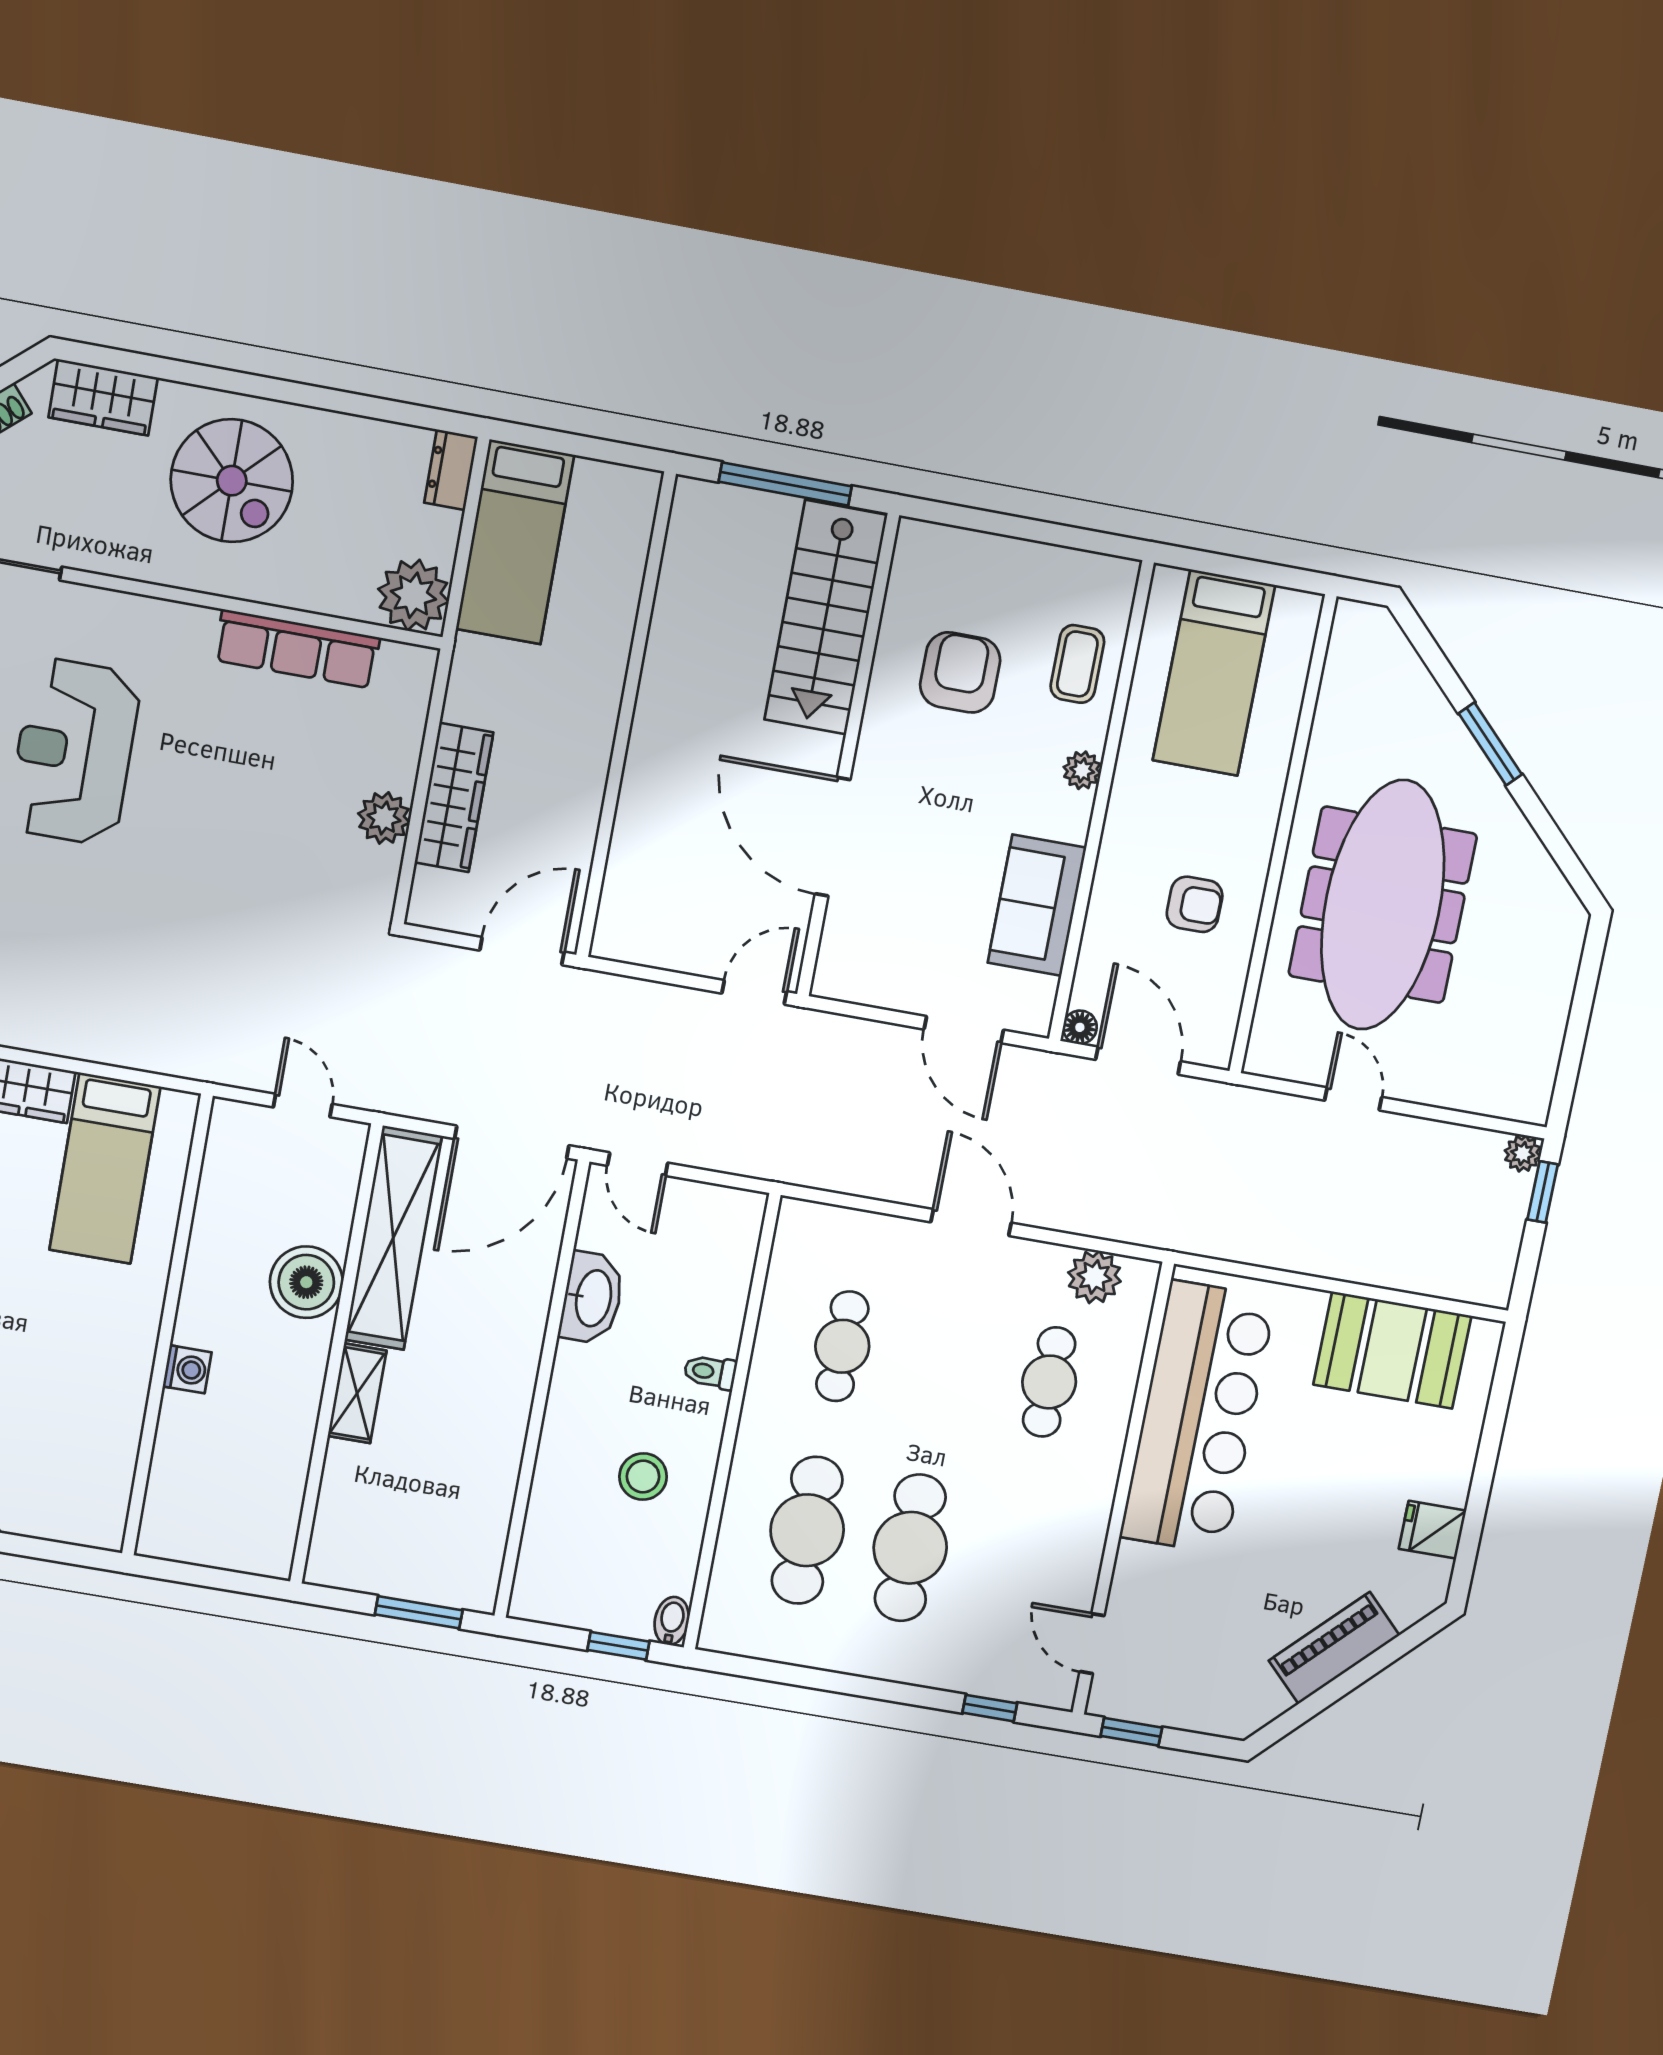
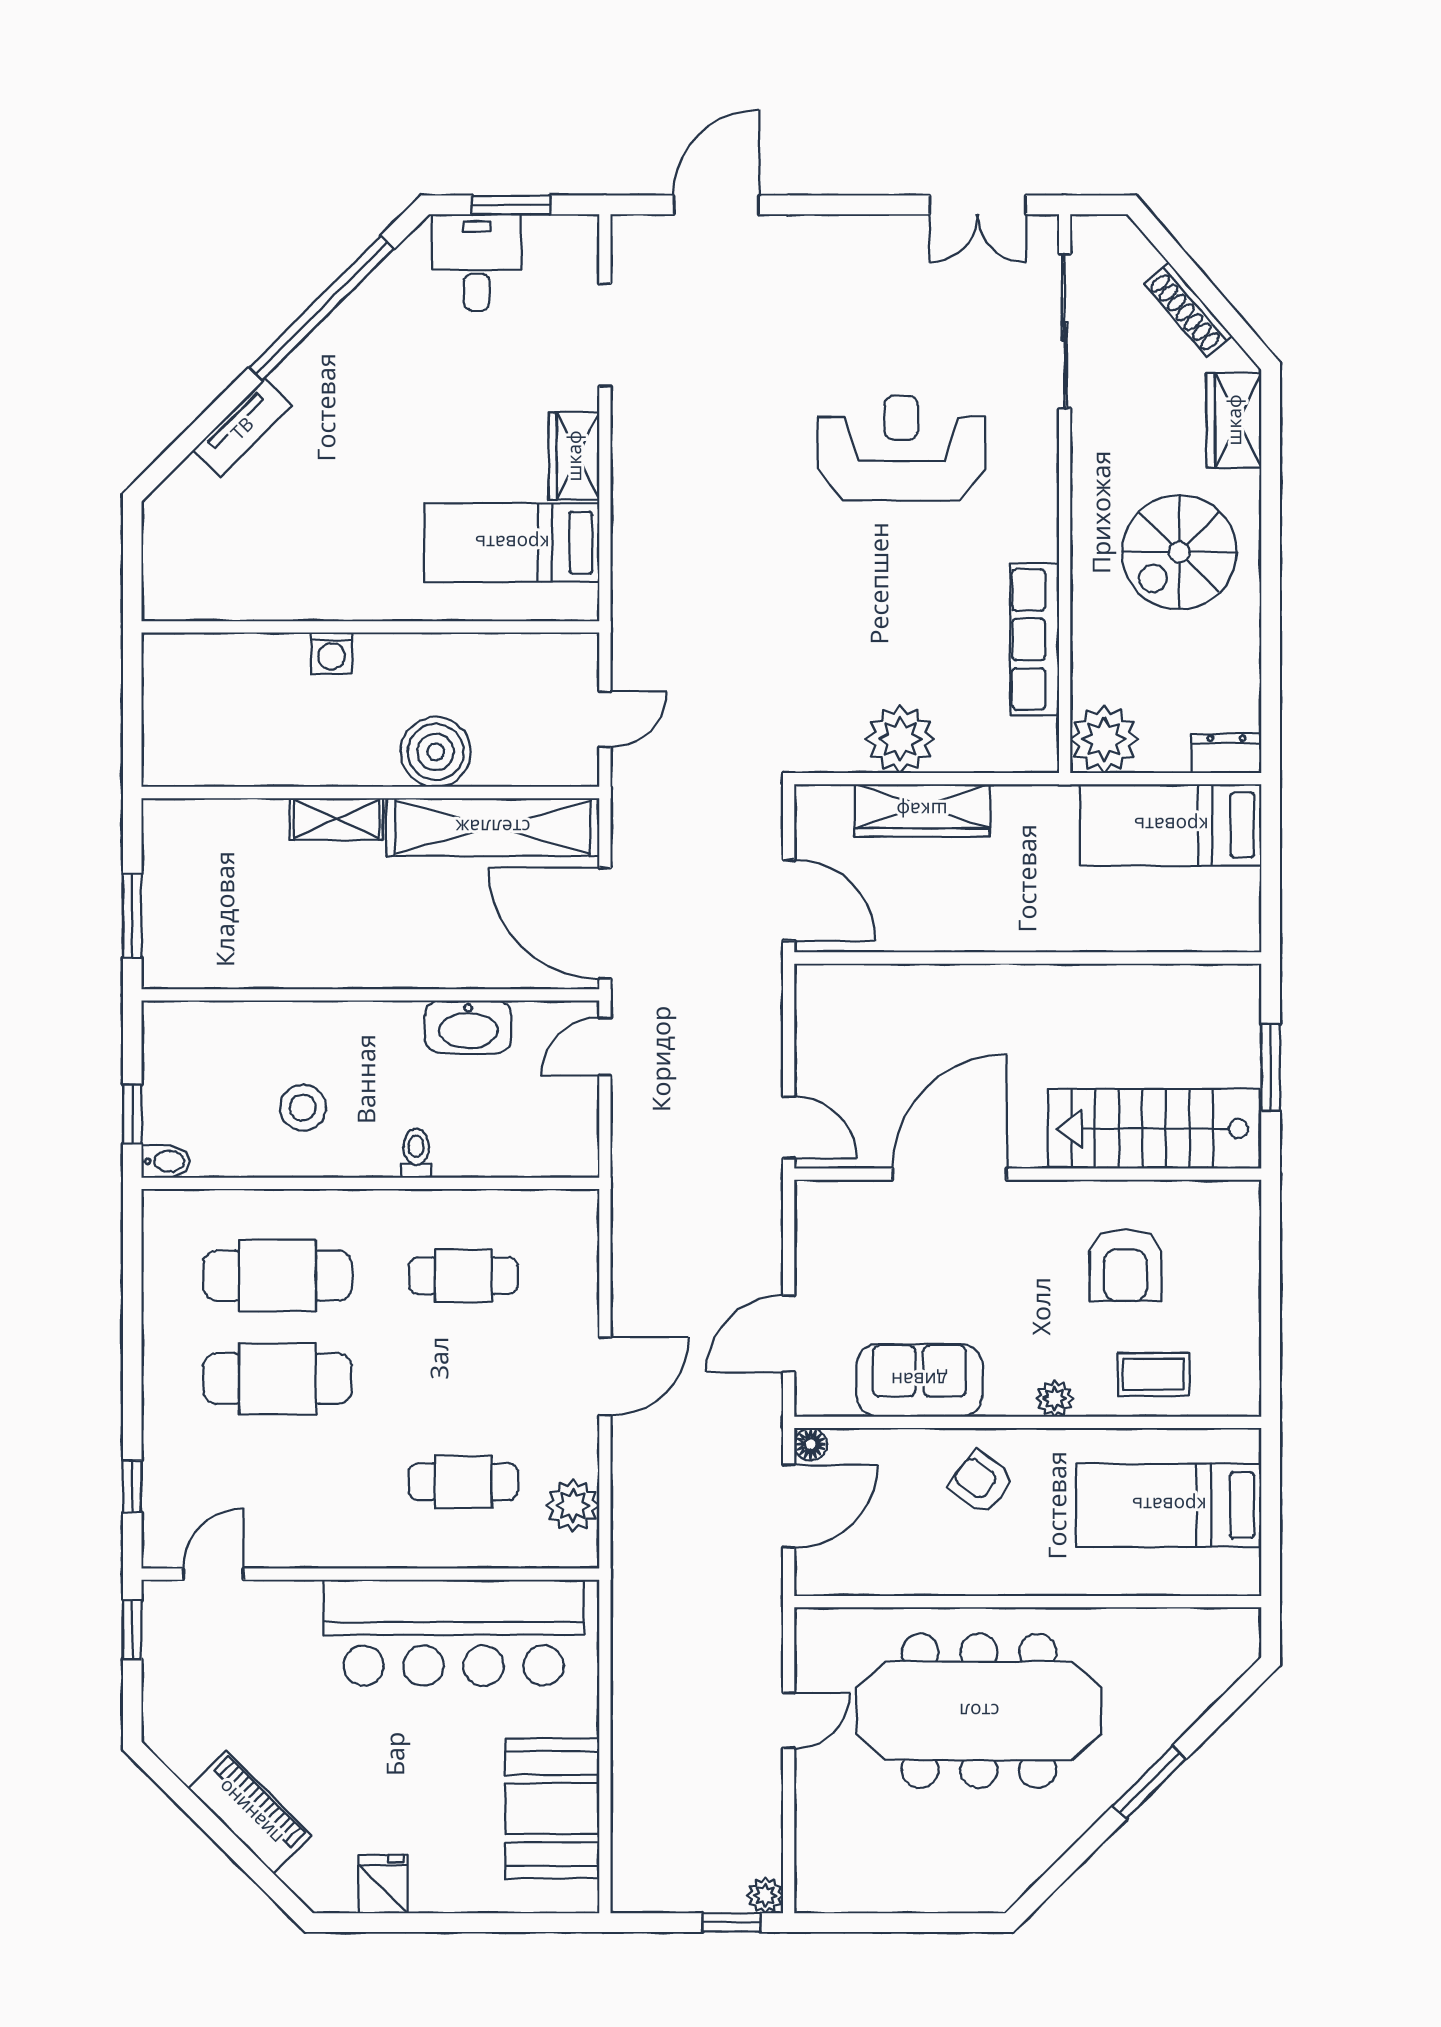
window: (785, 484) -> (1271, 1067), width x0.69
armchair: (960, 672) -> (1125, 1265), turned 90
plant: (384, 818) -> (900, 739), width x1.36, depth x1.36
armchair: (1195, 904) -> (981, 1482), moved, turned 127

